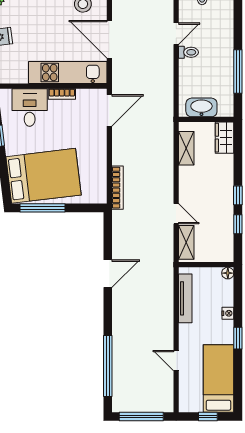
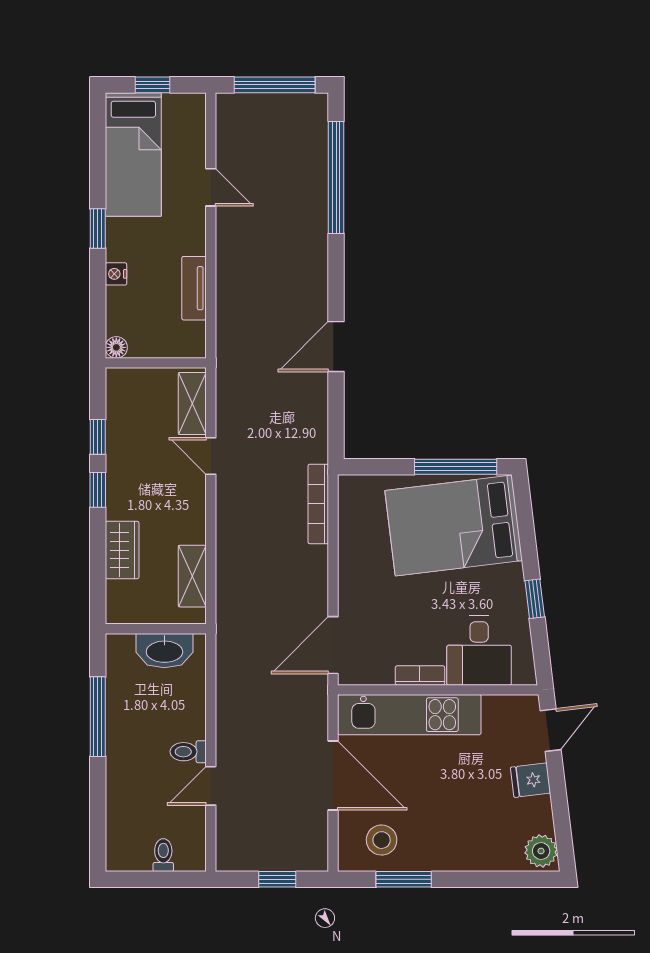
wardrobe: (225, 138) -> (122, 550), moved
tv unit: (185, 298) -> (194, 288), width x0.71

